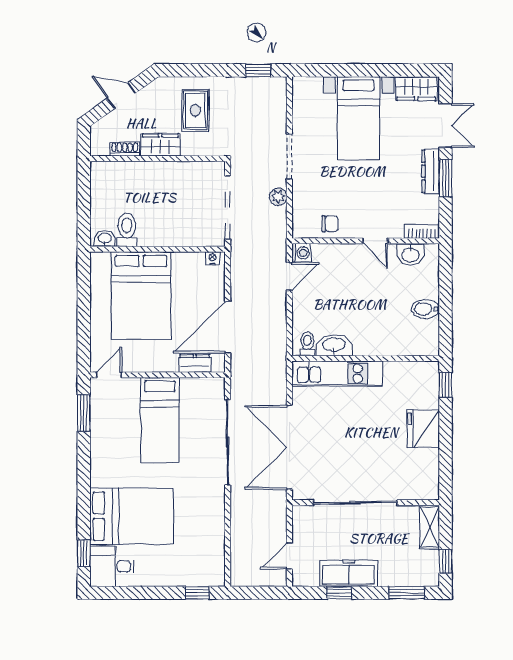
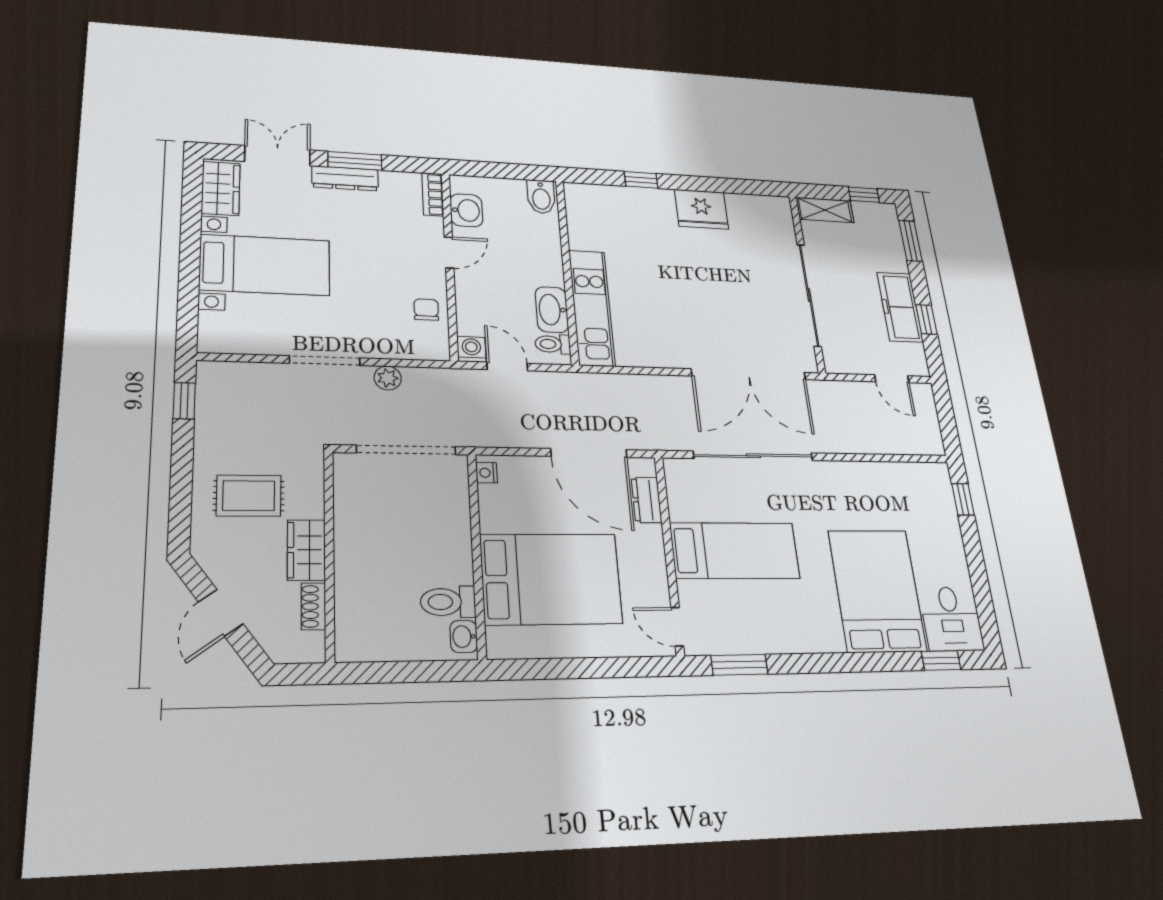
toilet: (307, 344) -> (553, 344), moved
washbasin: (334, 345) -> (552, 310), moved
wall: (366, 358) -> (567, 271), moved
kitchen unit: (337, 374) -> (592, 308), moved

